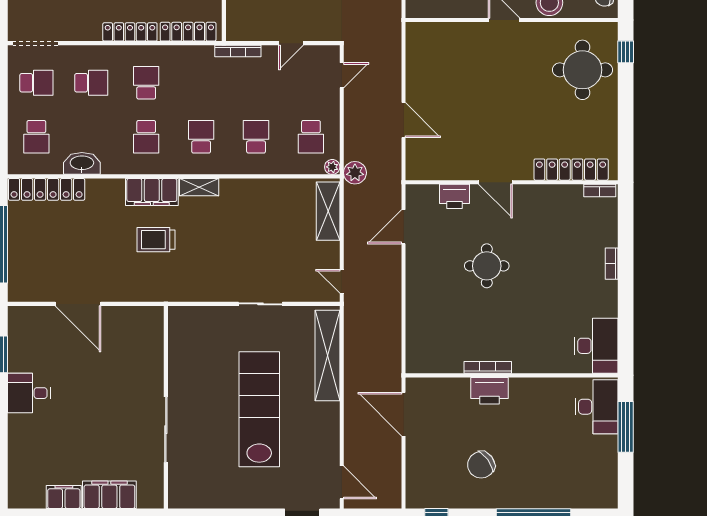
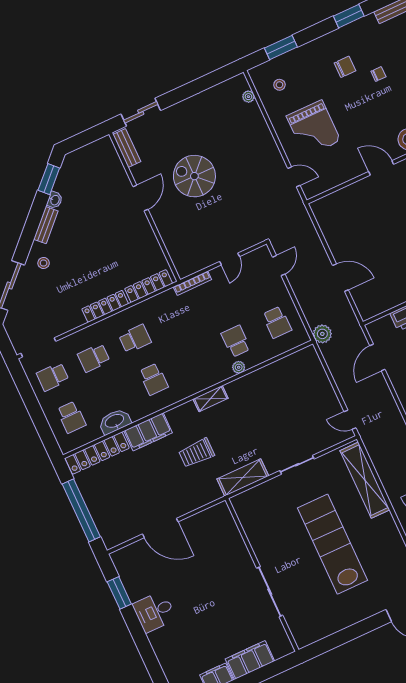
school desk: (36, 83) -> (53, 377), turned 180
school desk: (91, 83) -> (94, 358), turned 180
school desk: (146, 83) -> (135, 339), turned 90
school desk: (201, 137) -> (195, 360), removed
plant: (332, 167) -> (239, 367), moved
filing cabinet: (152, 192) -> (148, 432), moved
shelving: (328, 211) -> (243, 477), moved, turned 90

